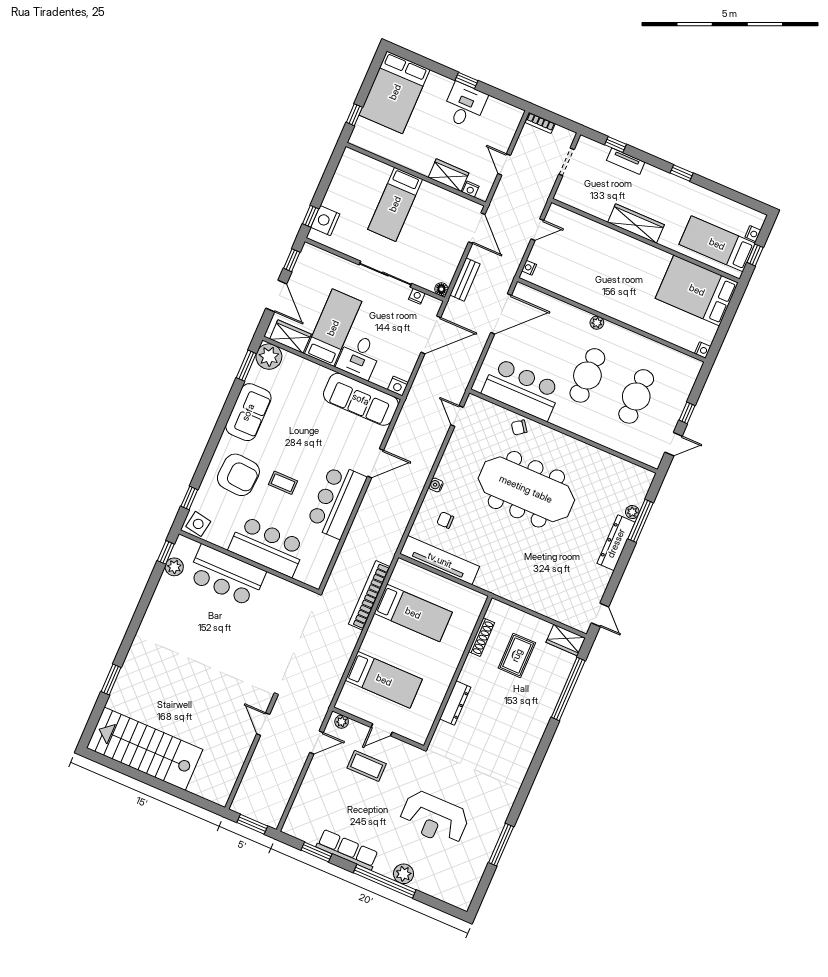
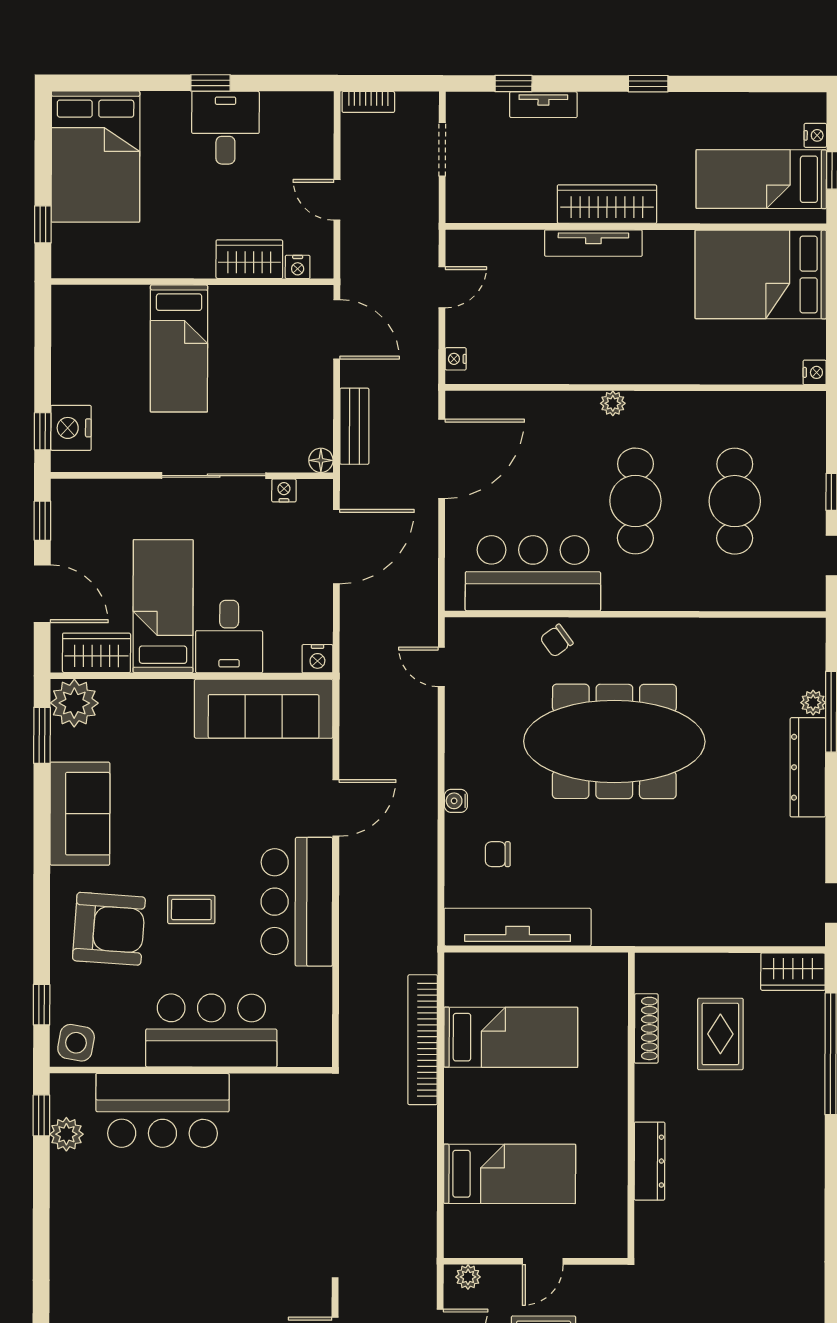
tv unit: (621, 240) -> (593, 243), added

